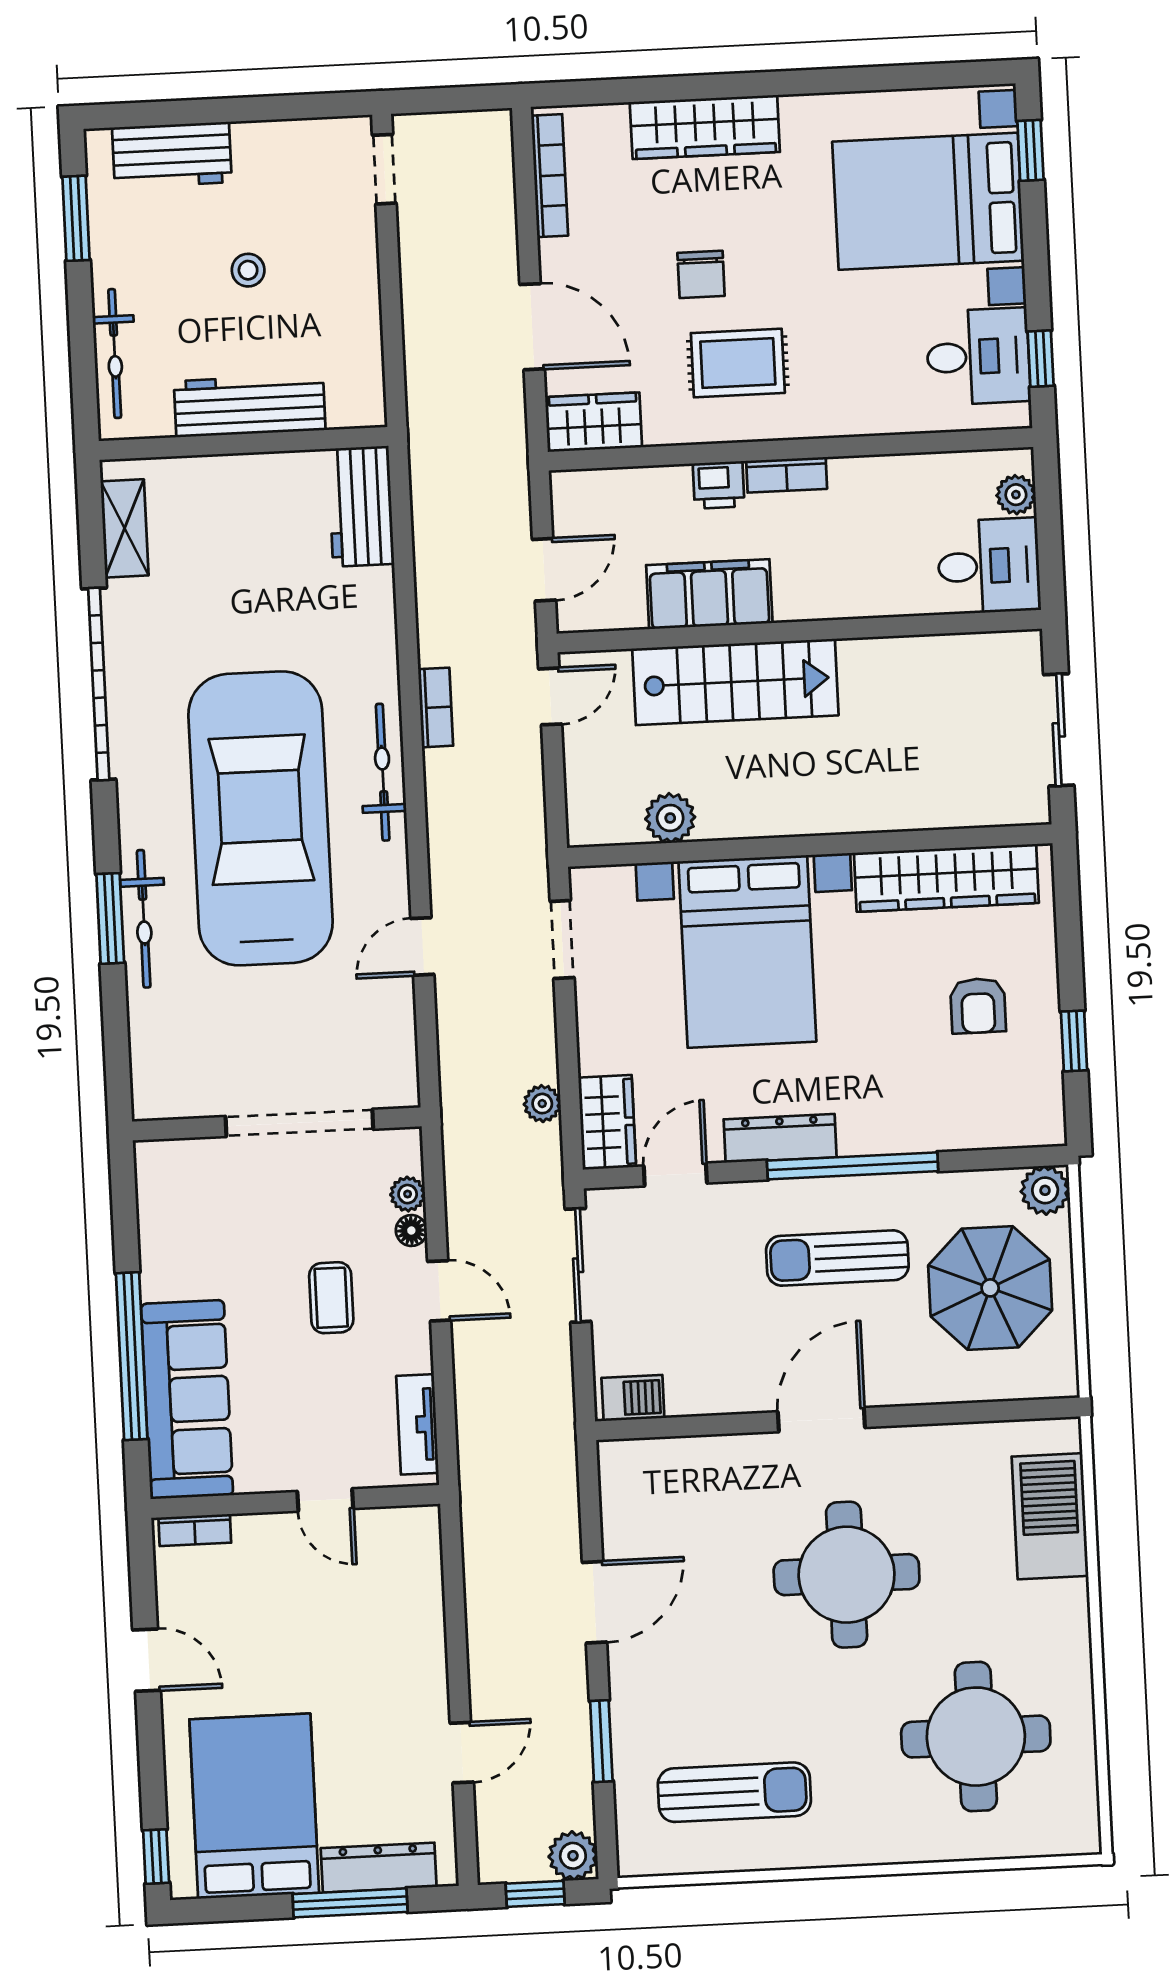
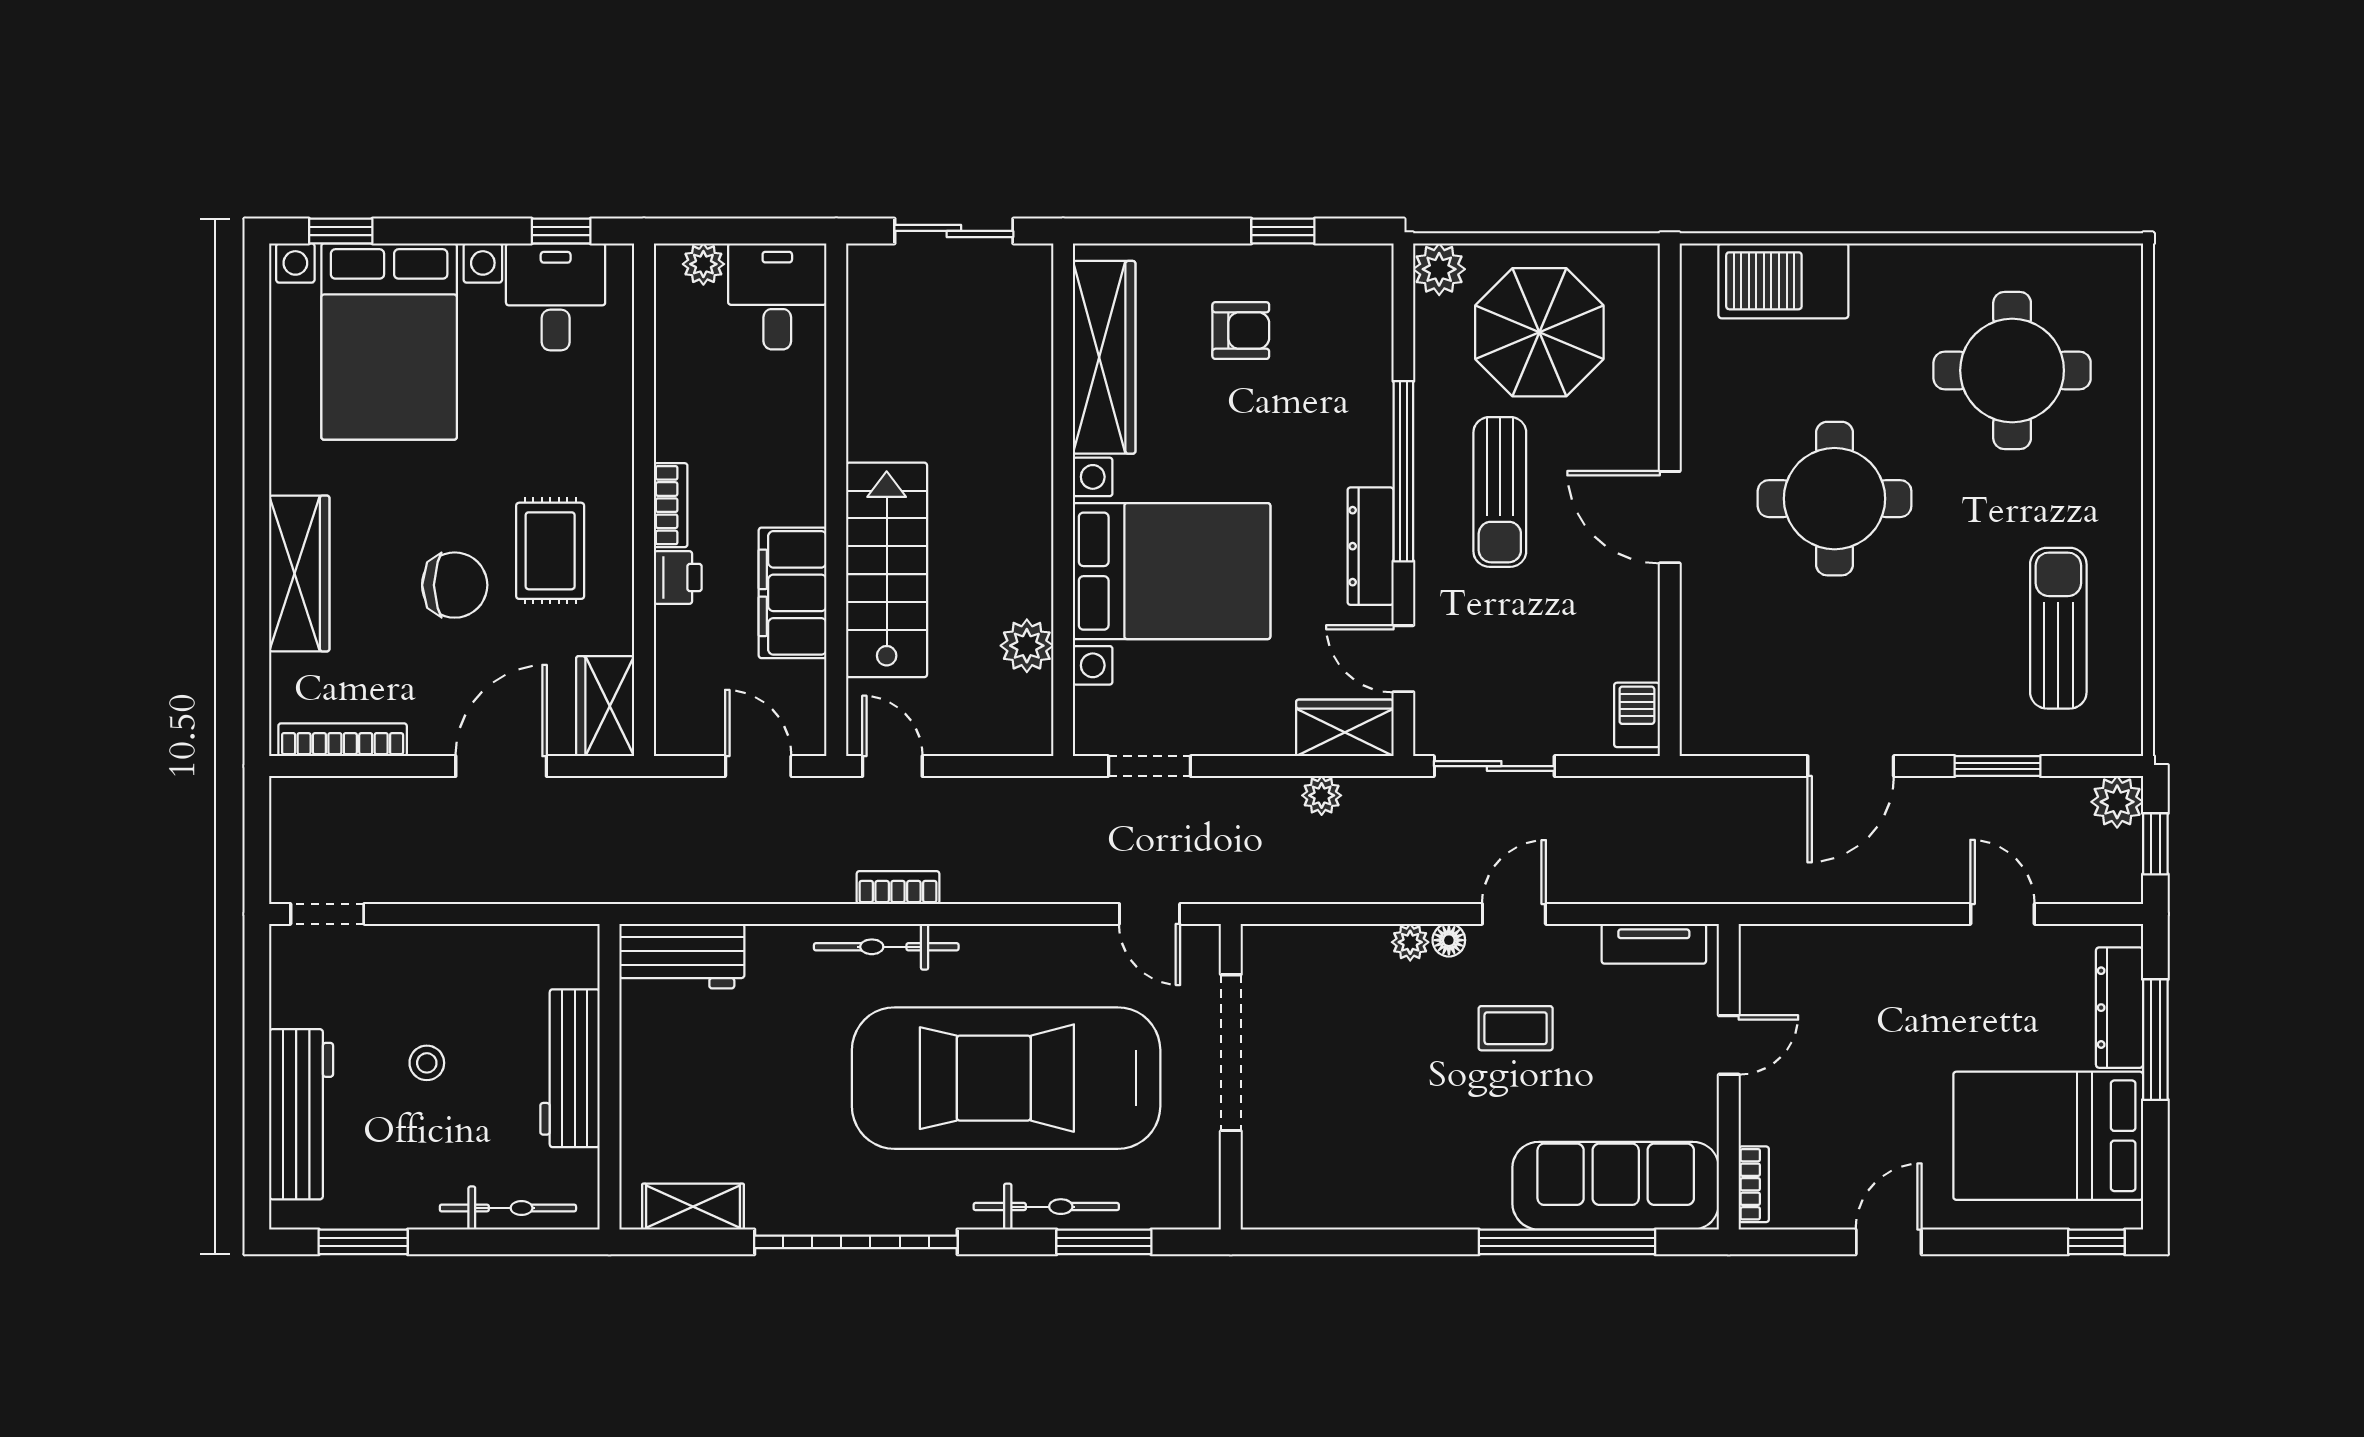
workbench: (172, 155) -> (301, 1114), width x1.37
chair: (701, 274) -> (455, 585), width x1.37, depth x1.37
bicycle: (383, 772) -> (886, 947), moved
bicycle: (144, 919) -> (1046, 1207), moved
doorway: (299, 1123) -> (1231, 1053), moved
wall: (277, 1124) -> (1231, 1077), moved
door: (595, 1602) -> (1851, 766), swing flipped

